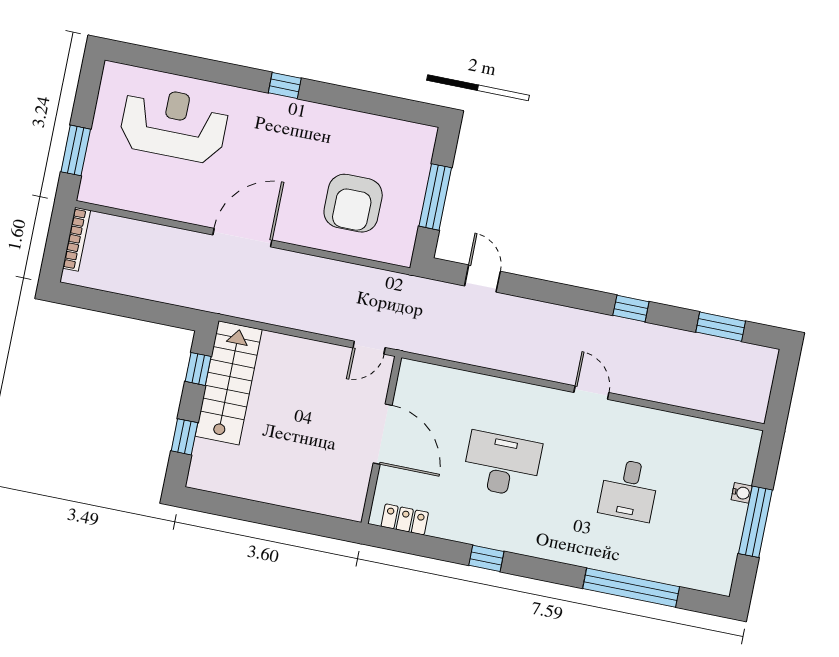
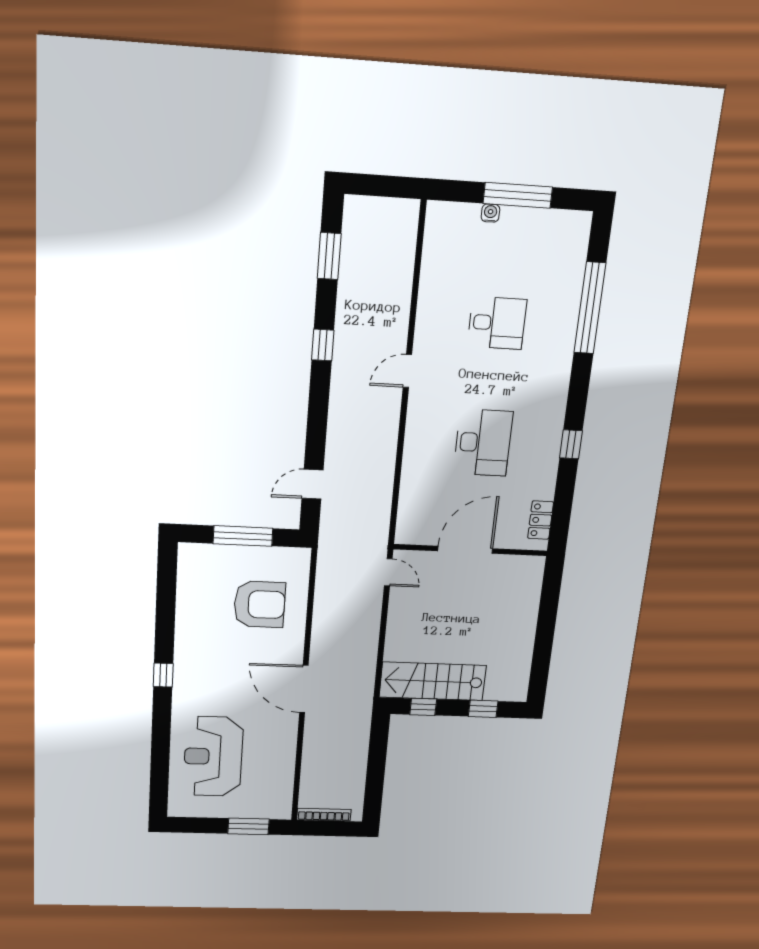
desk: (502, 464) -> (483, 443), turned 180

